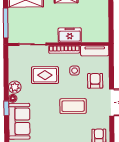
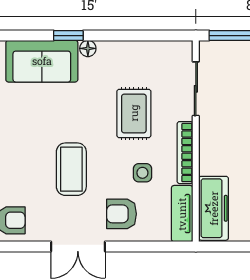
freezer: (70, 35) -> (214, 208), moved, width x1.40
armchair: (95, 81) -> (122, 214), turned 180
plant: (15, 87) -> (110, 53), removed

